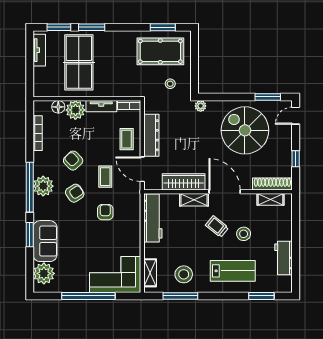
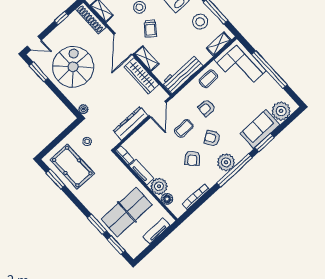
tv unit: (39, 50) -> (156, 231), moved
spiral stairs: (245, 130) -> (73, 67), turned 180
coffee table: (127, 139) -> (208, 79), moved

